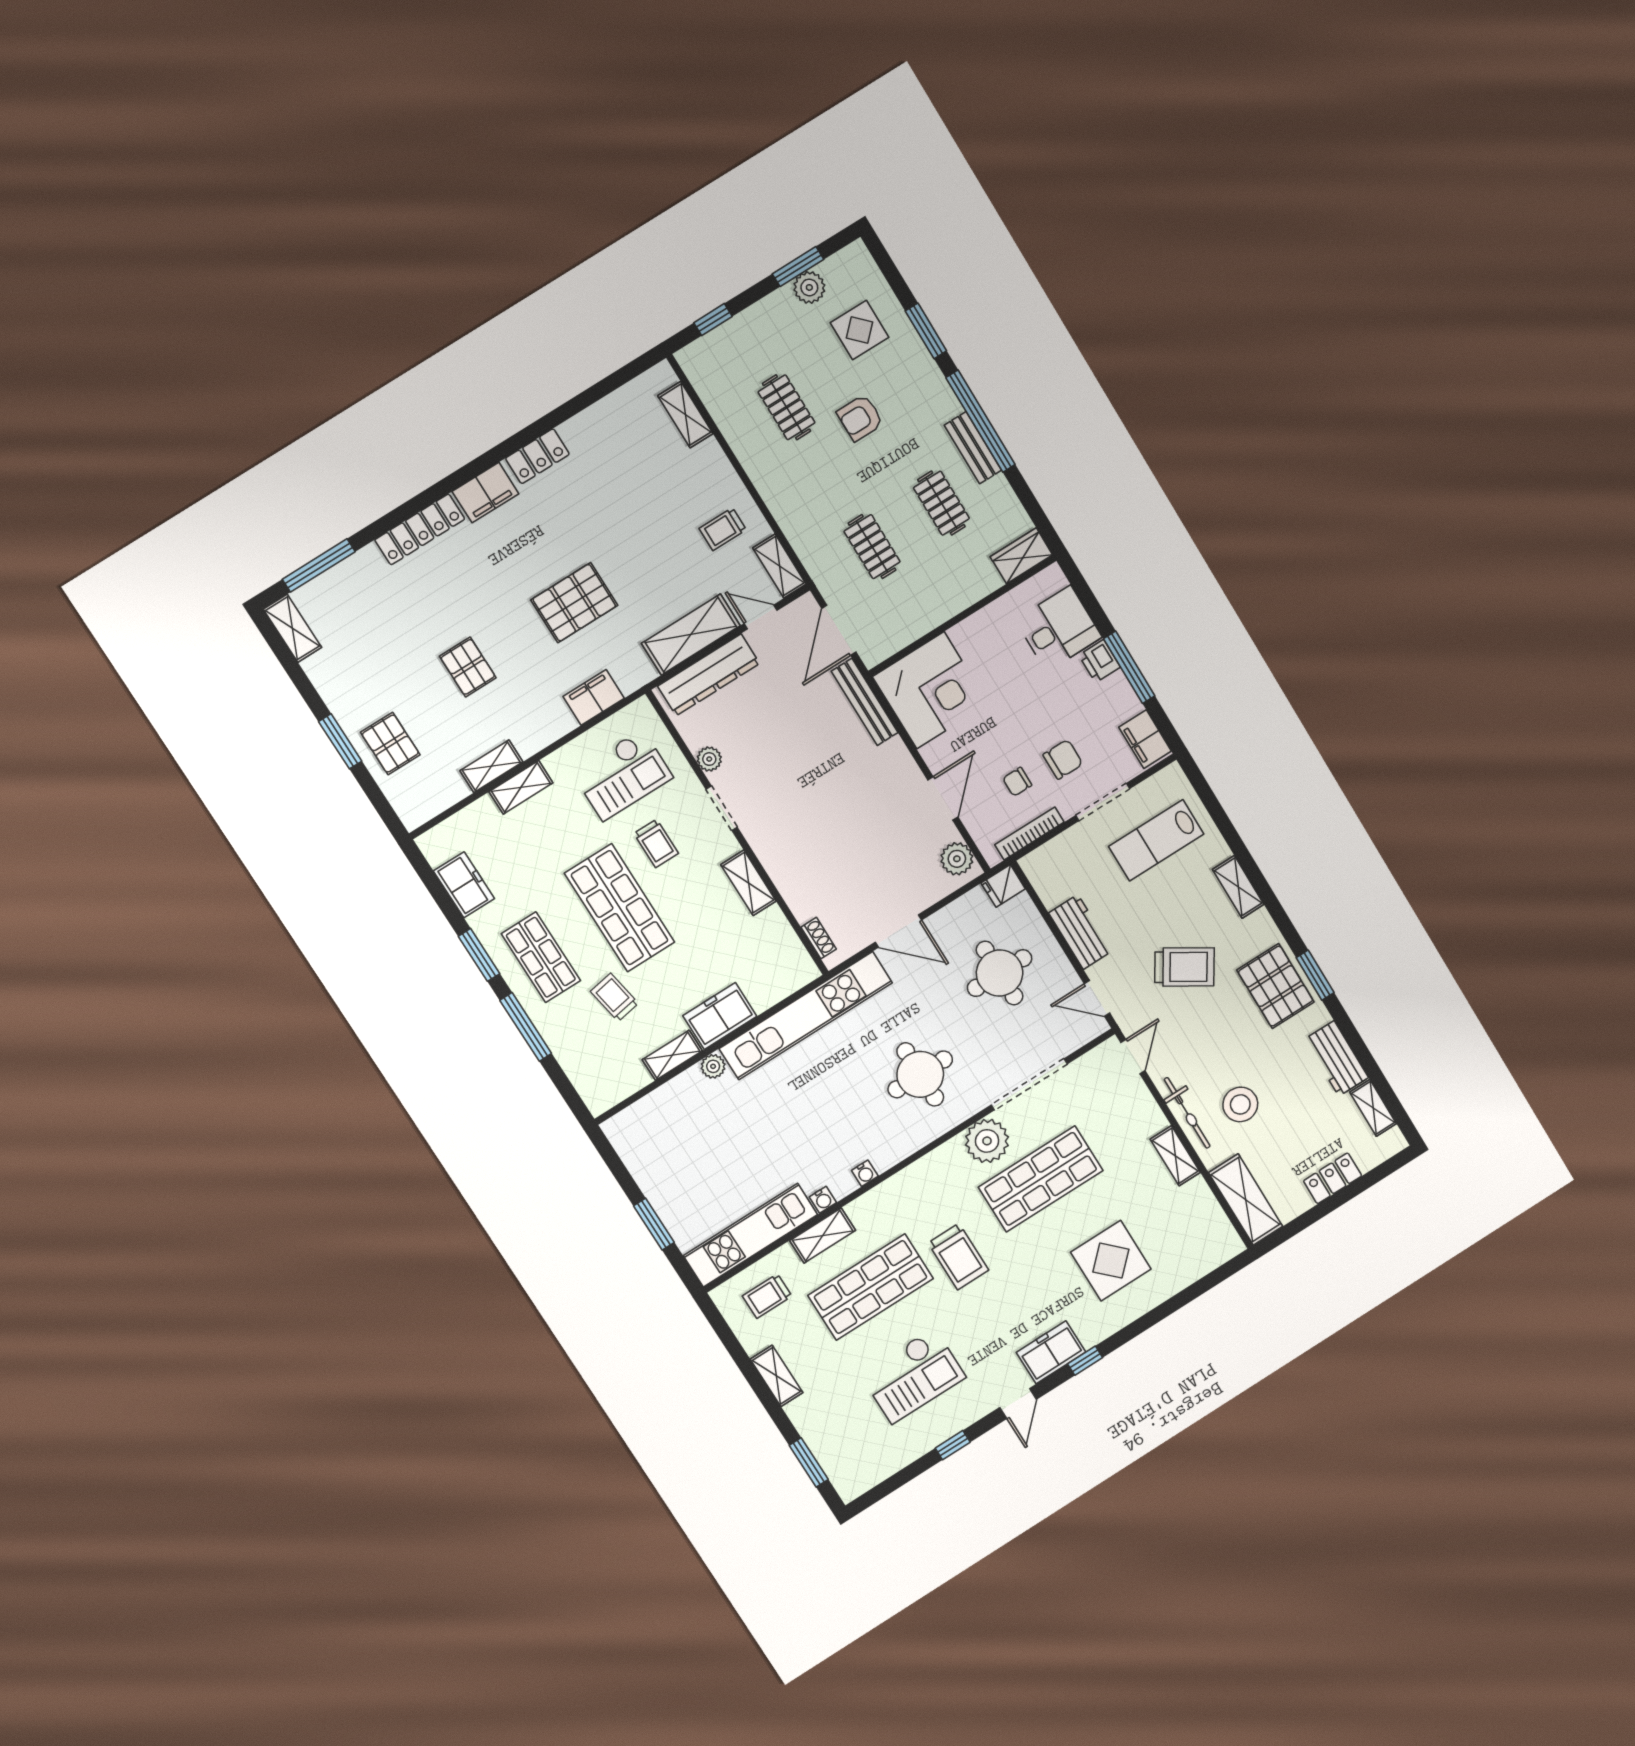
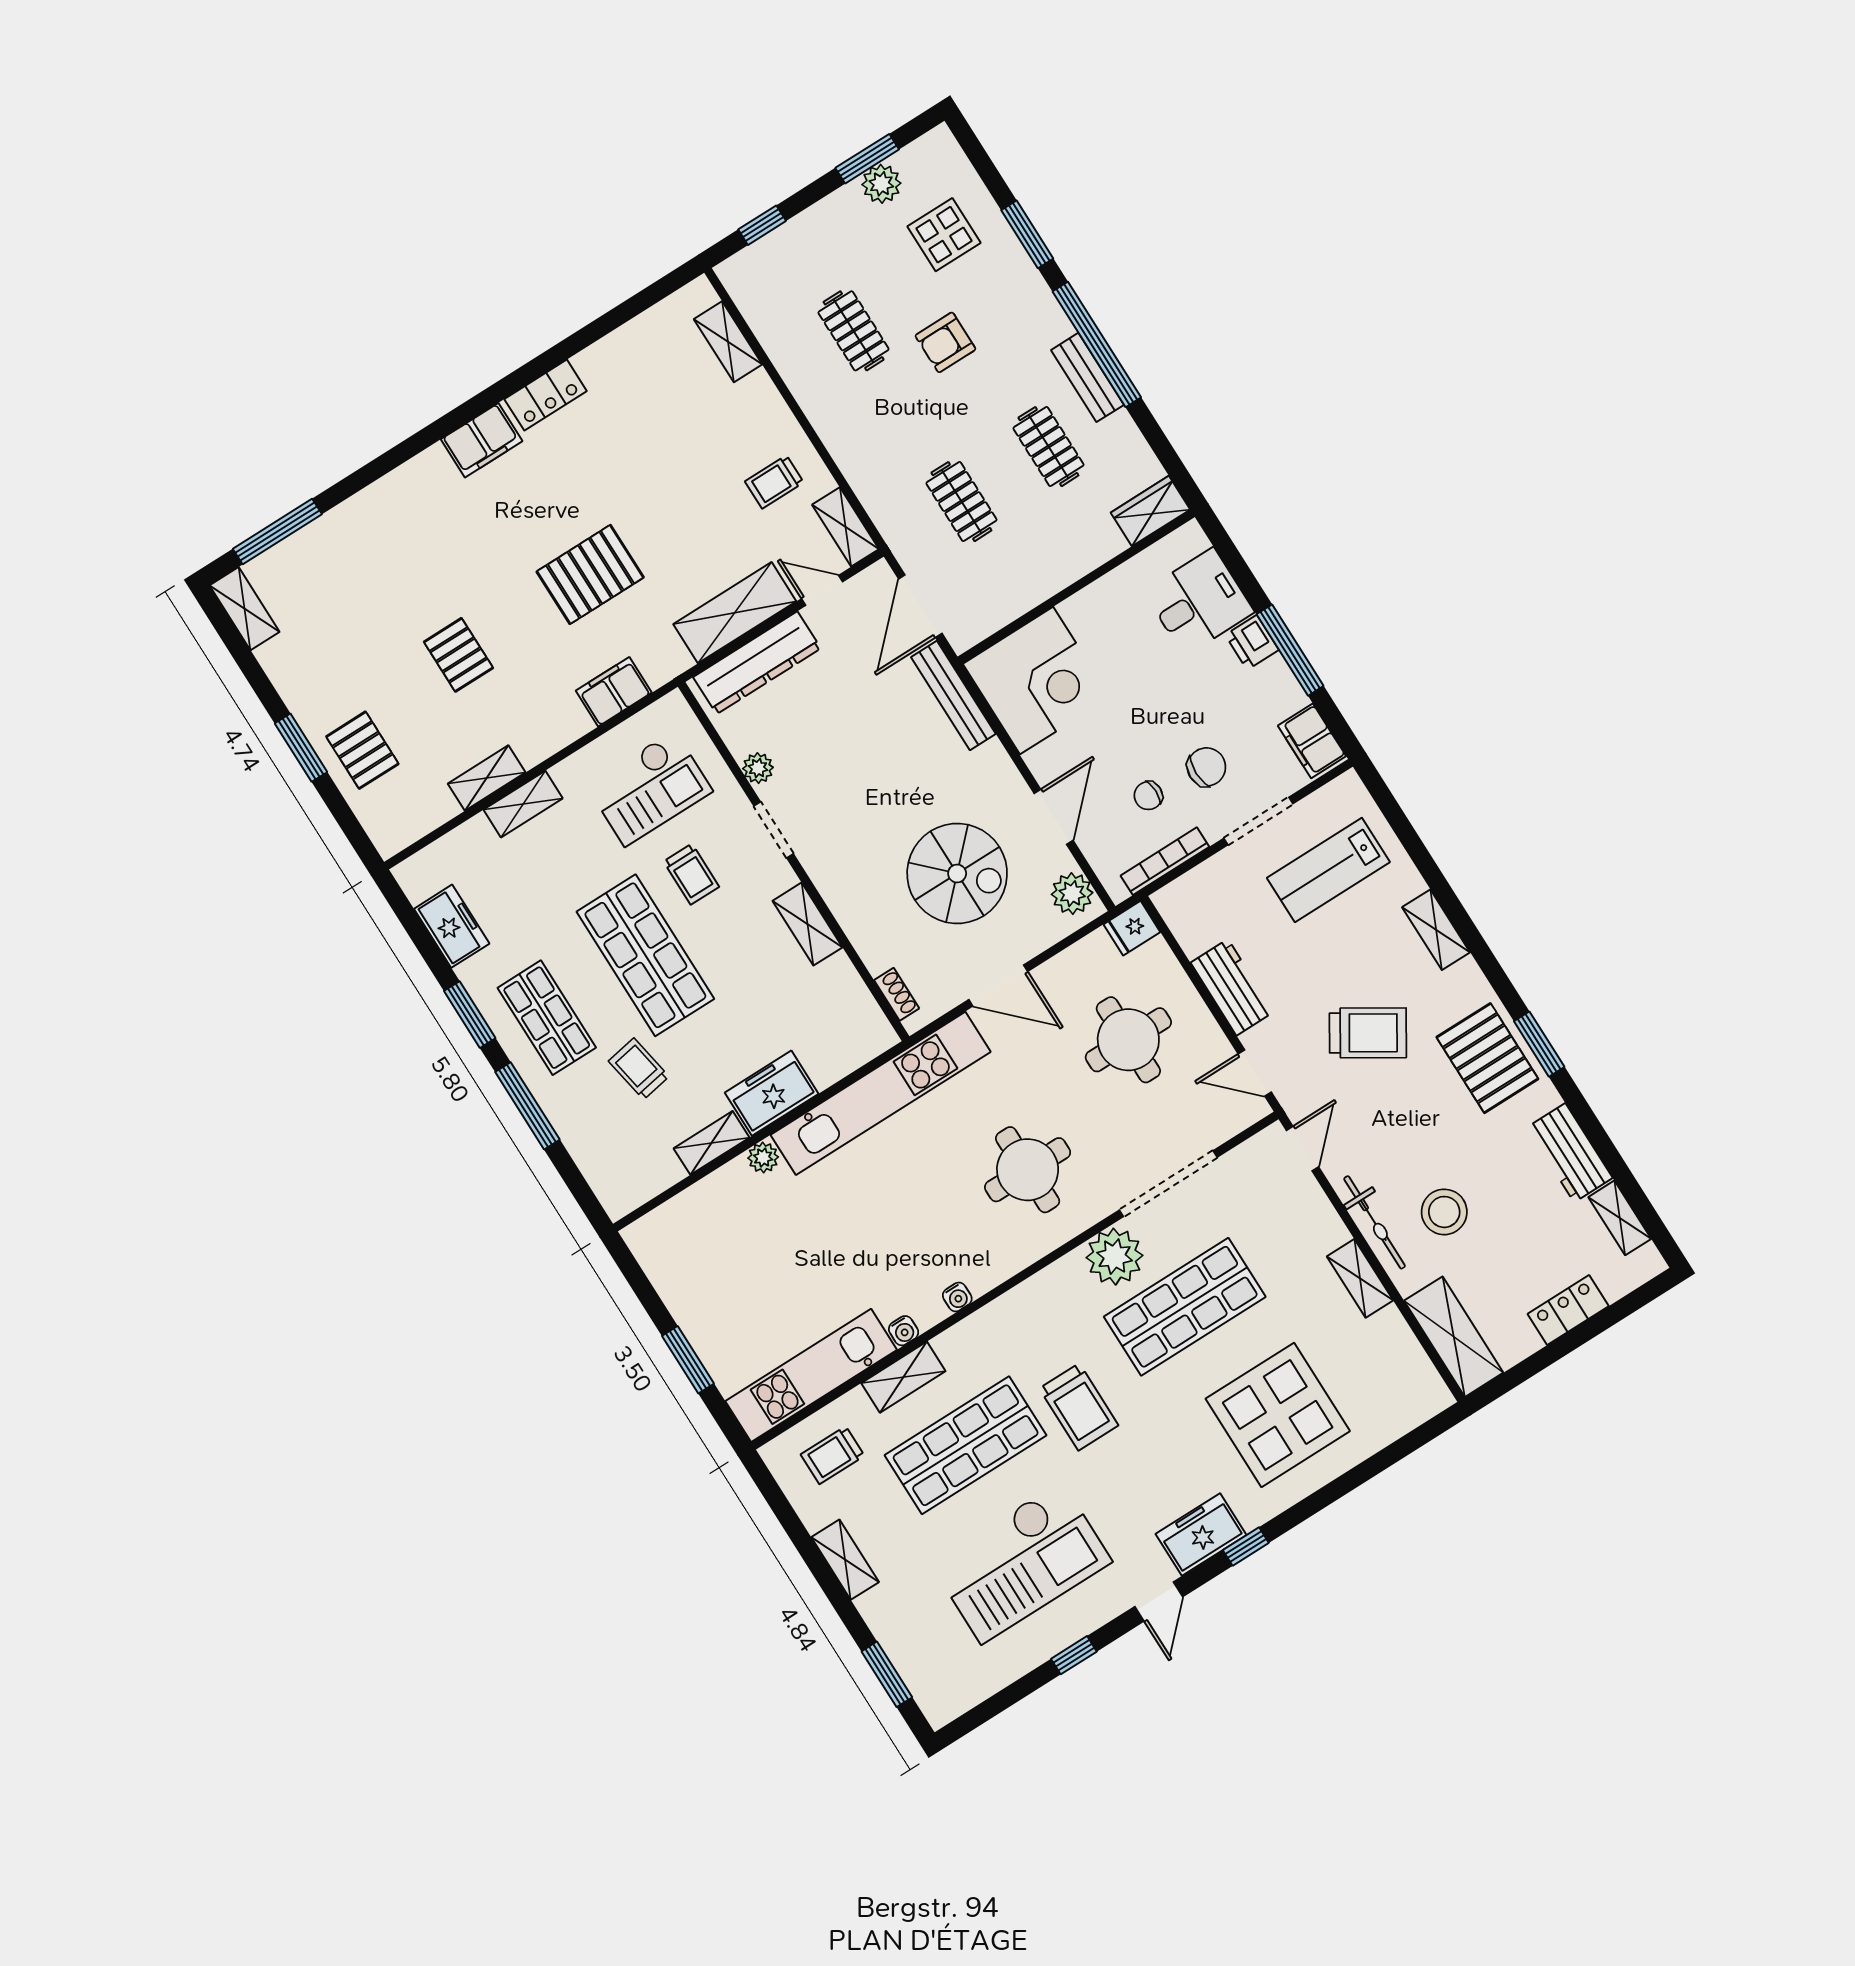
locker: (420, 529) -> (401, 486), removed
spiral stairs: (867, 843) -> (957, 873), added
display table: (1111, 1261) -> (1278, 1415), width x1.36, depth x1.36
checkout: (913, 1376) -> (1021, 1562), width x1.36, depth x1.21

